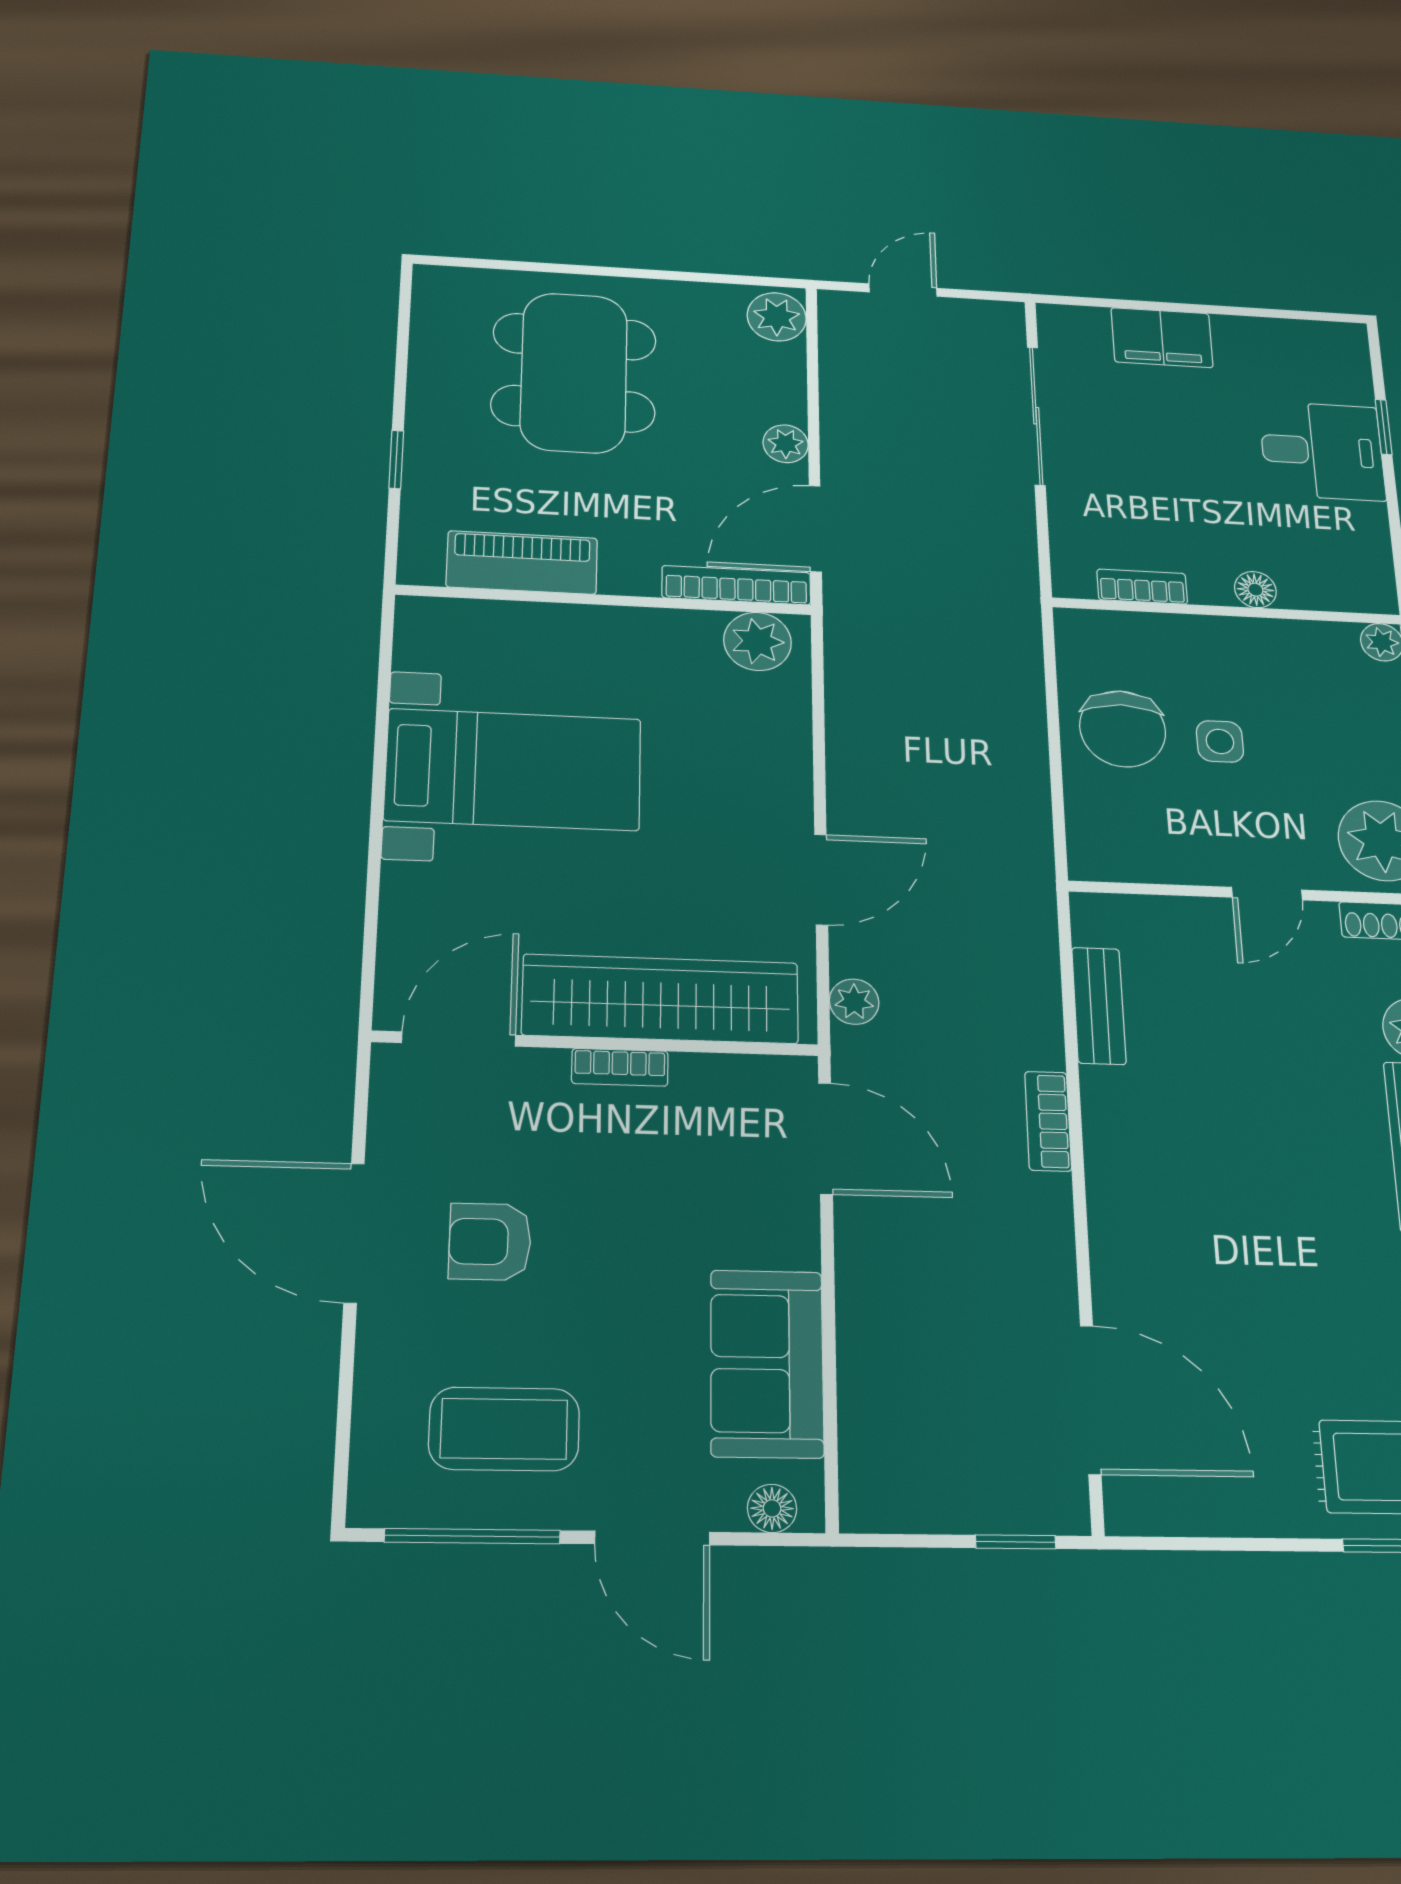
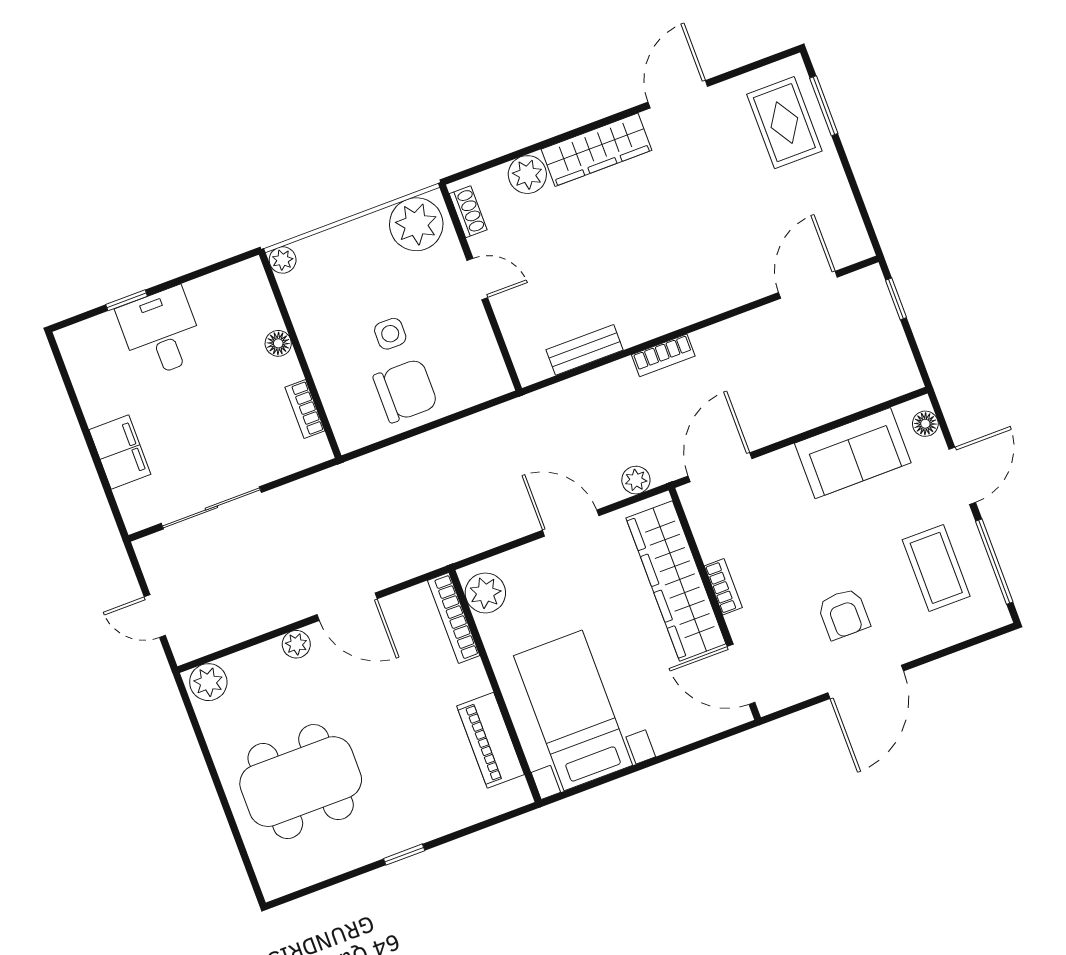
piano: (522, 563) -> (490, 740), moved
bookcase: (736, 585) -> (454, 618), moved
wall: (605, 600) -> (495, 686), moved
plant: (757, 641) -> (485, 593), moved
door: (1091, 1400) -> (808, 285), width x0.73

